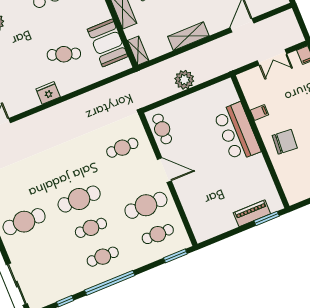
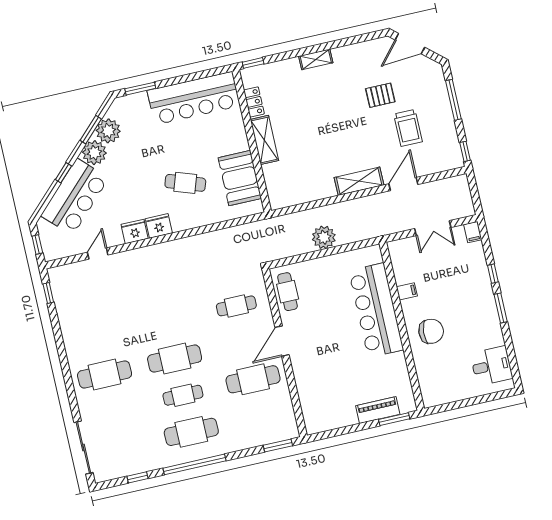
shelving: (188, 36) -> (359, 181), moved
shelving: (138, 51) -> (275, 193), removed
fridge: (29, 101) -> (135, 231), added
bar counter: (237, 132) -> (376, 310), width x1.36
door: (164, 170) -> (282, 341), swing flipped
cafe table: (158, 234) -> (261, 416), removed
cafe table: (103, 257) -> (191, 432), width x1.37, depth x1.35

